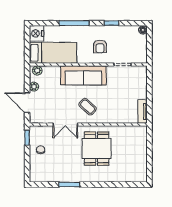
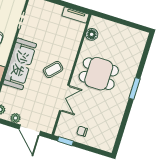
door: (27, 103) -> (30, 130), hinge flipped
floor lamp: (130, 131) -> (92, 34), added
window: (69, 184) -> (134, 88), moved

